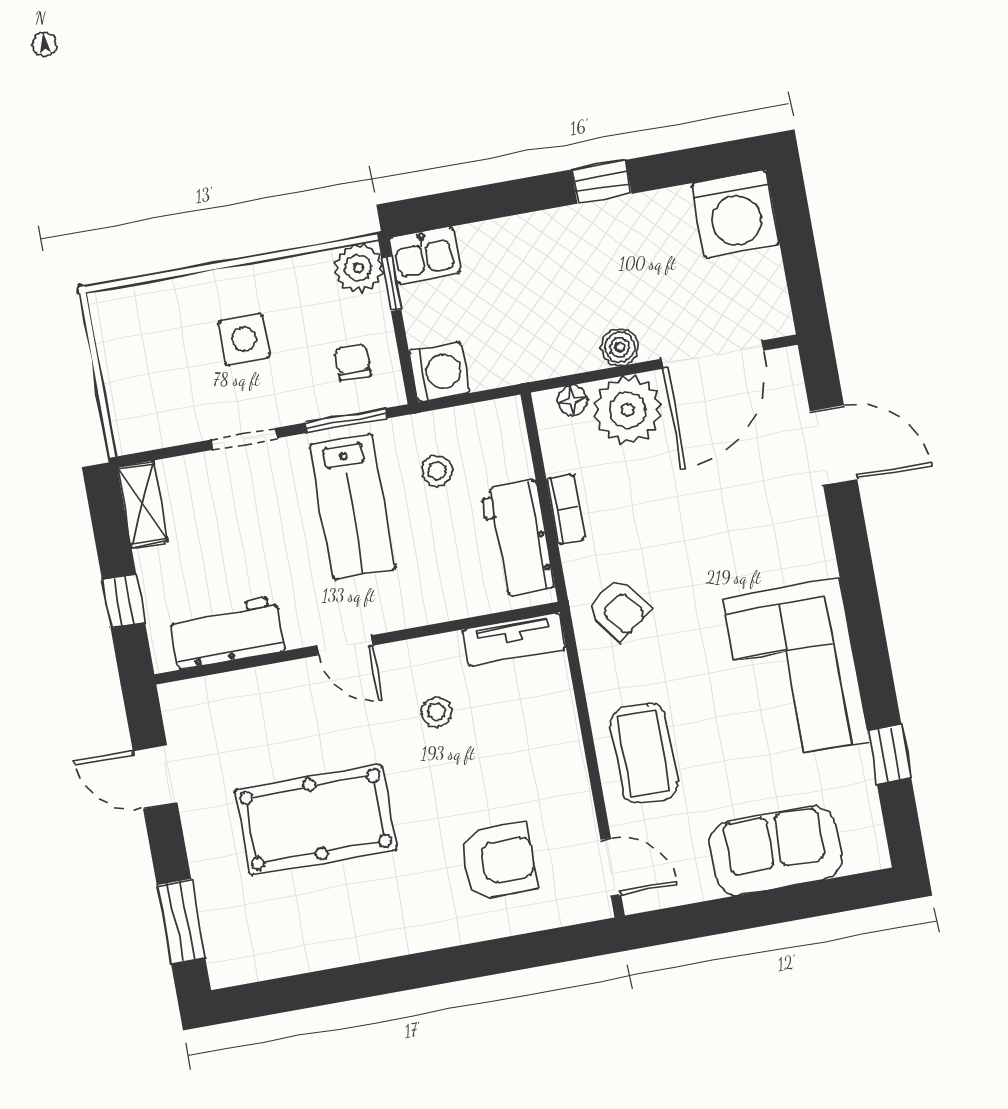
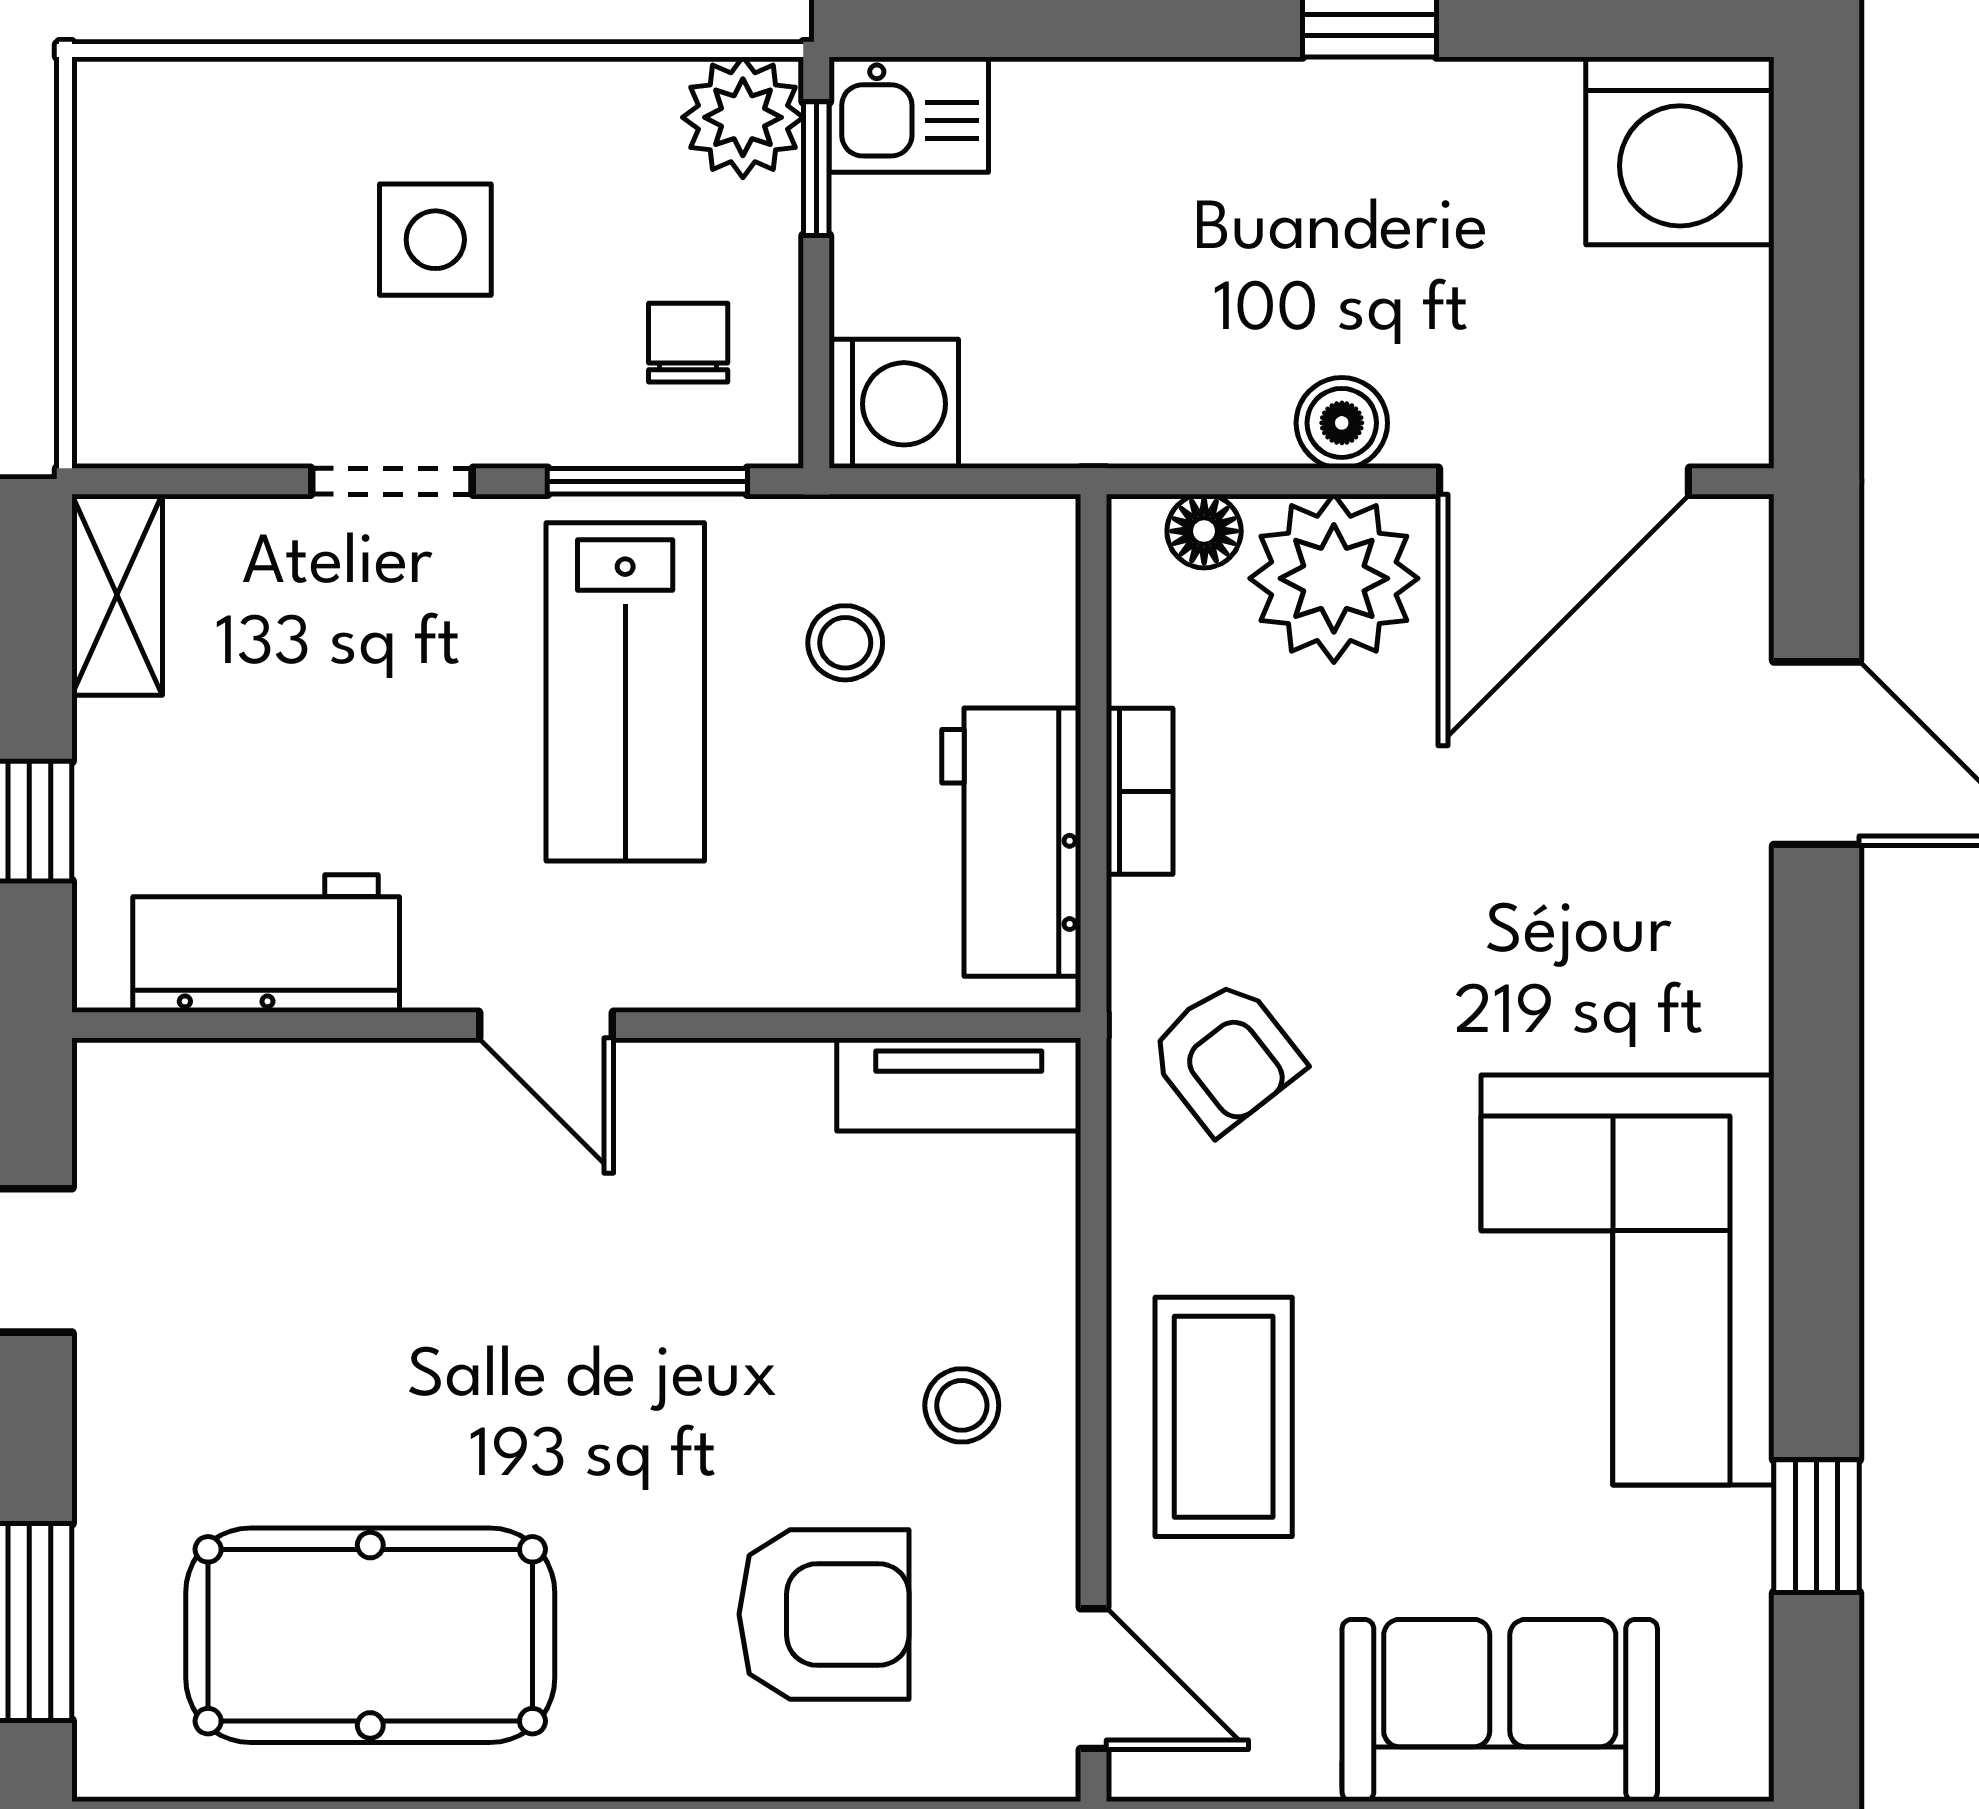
stool: (437, 712) -> (962, 1405), moved
pool table: (316, 819) -> (370, 1635), moved

